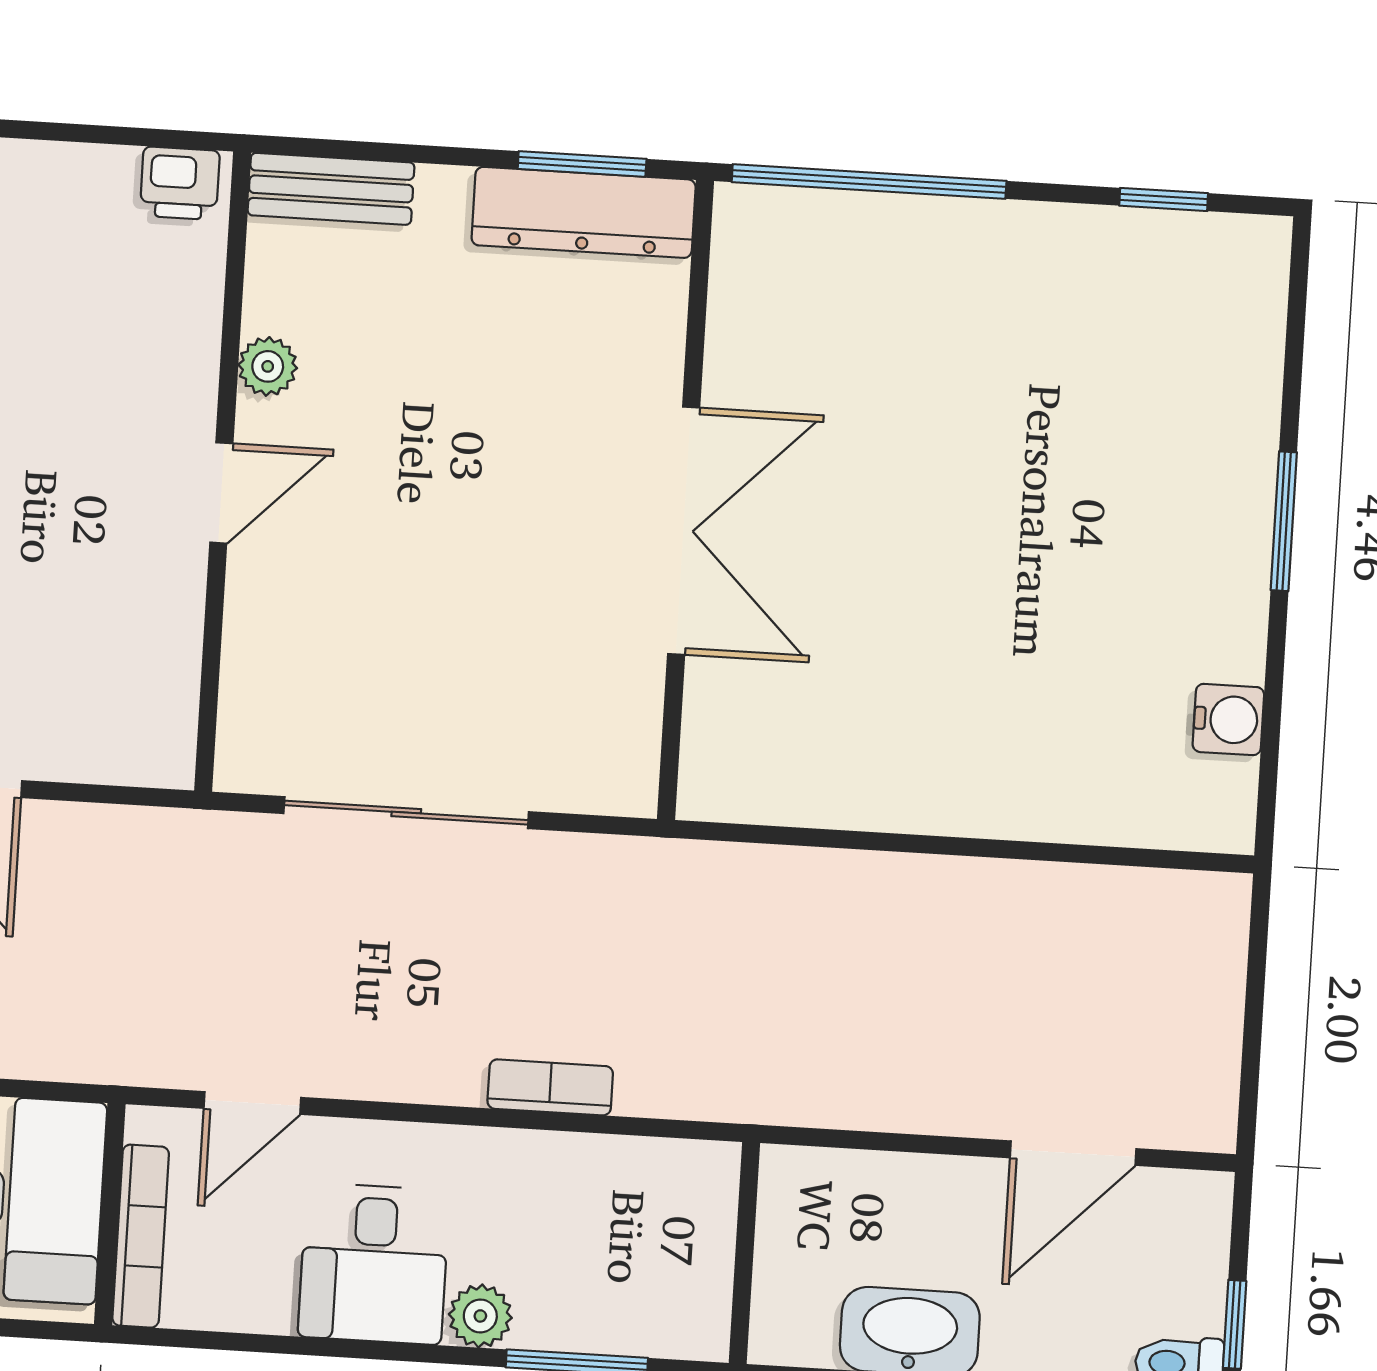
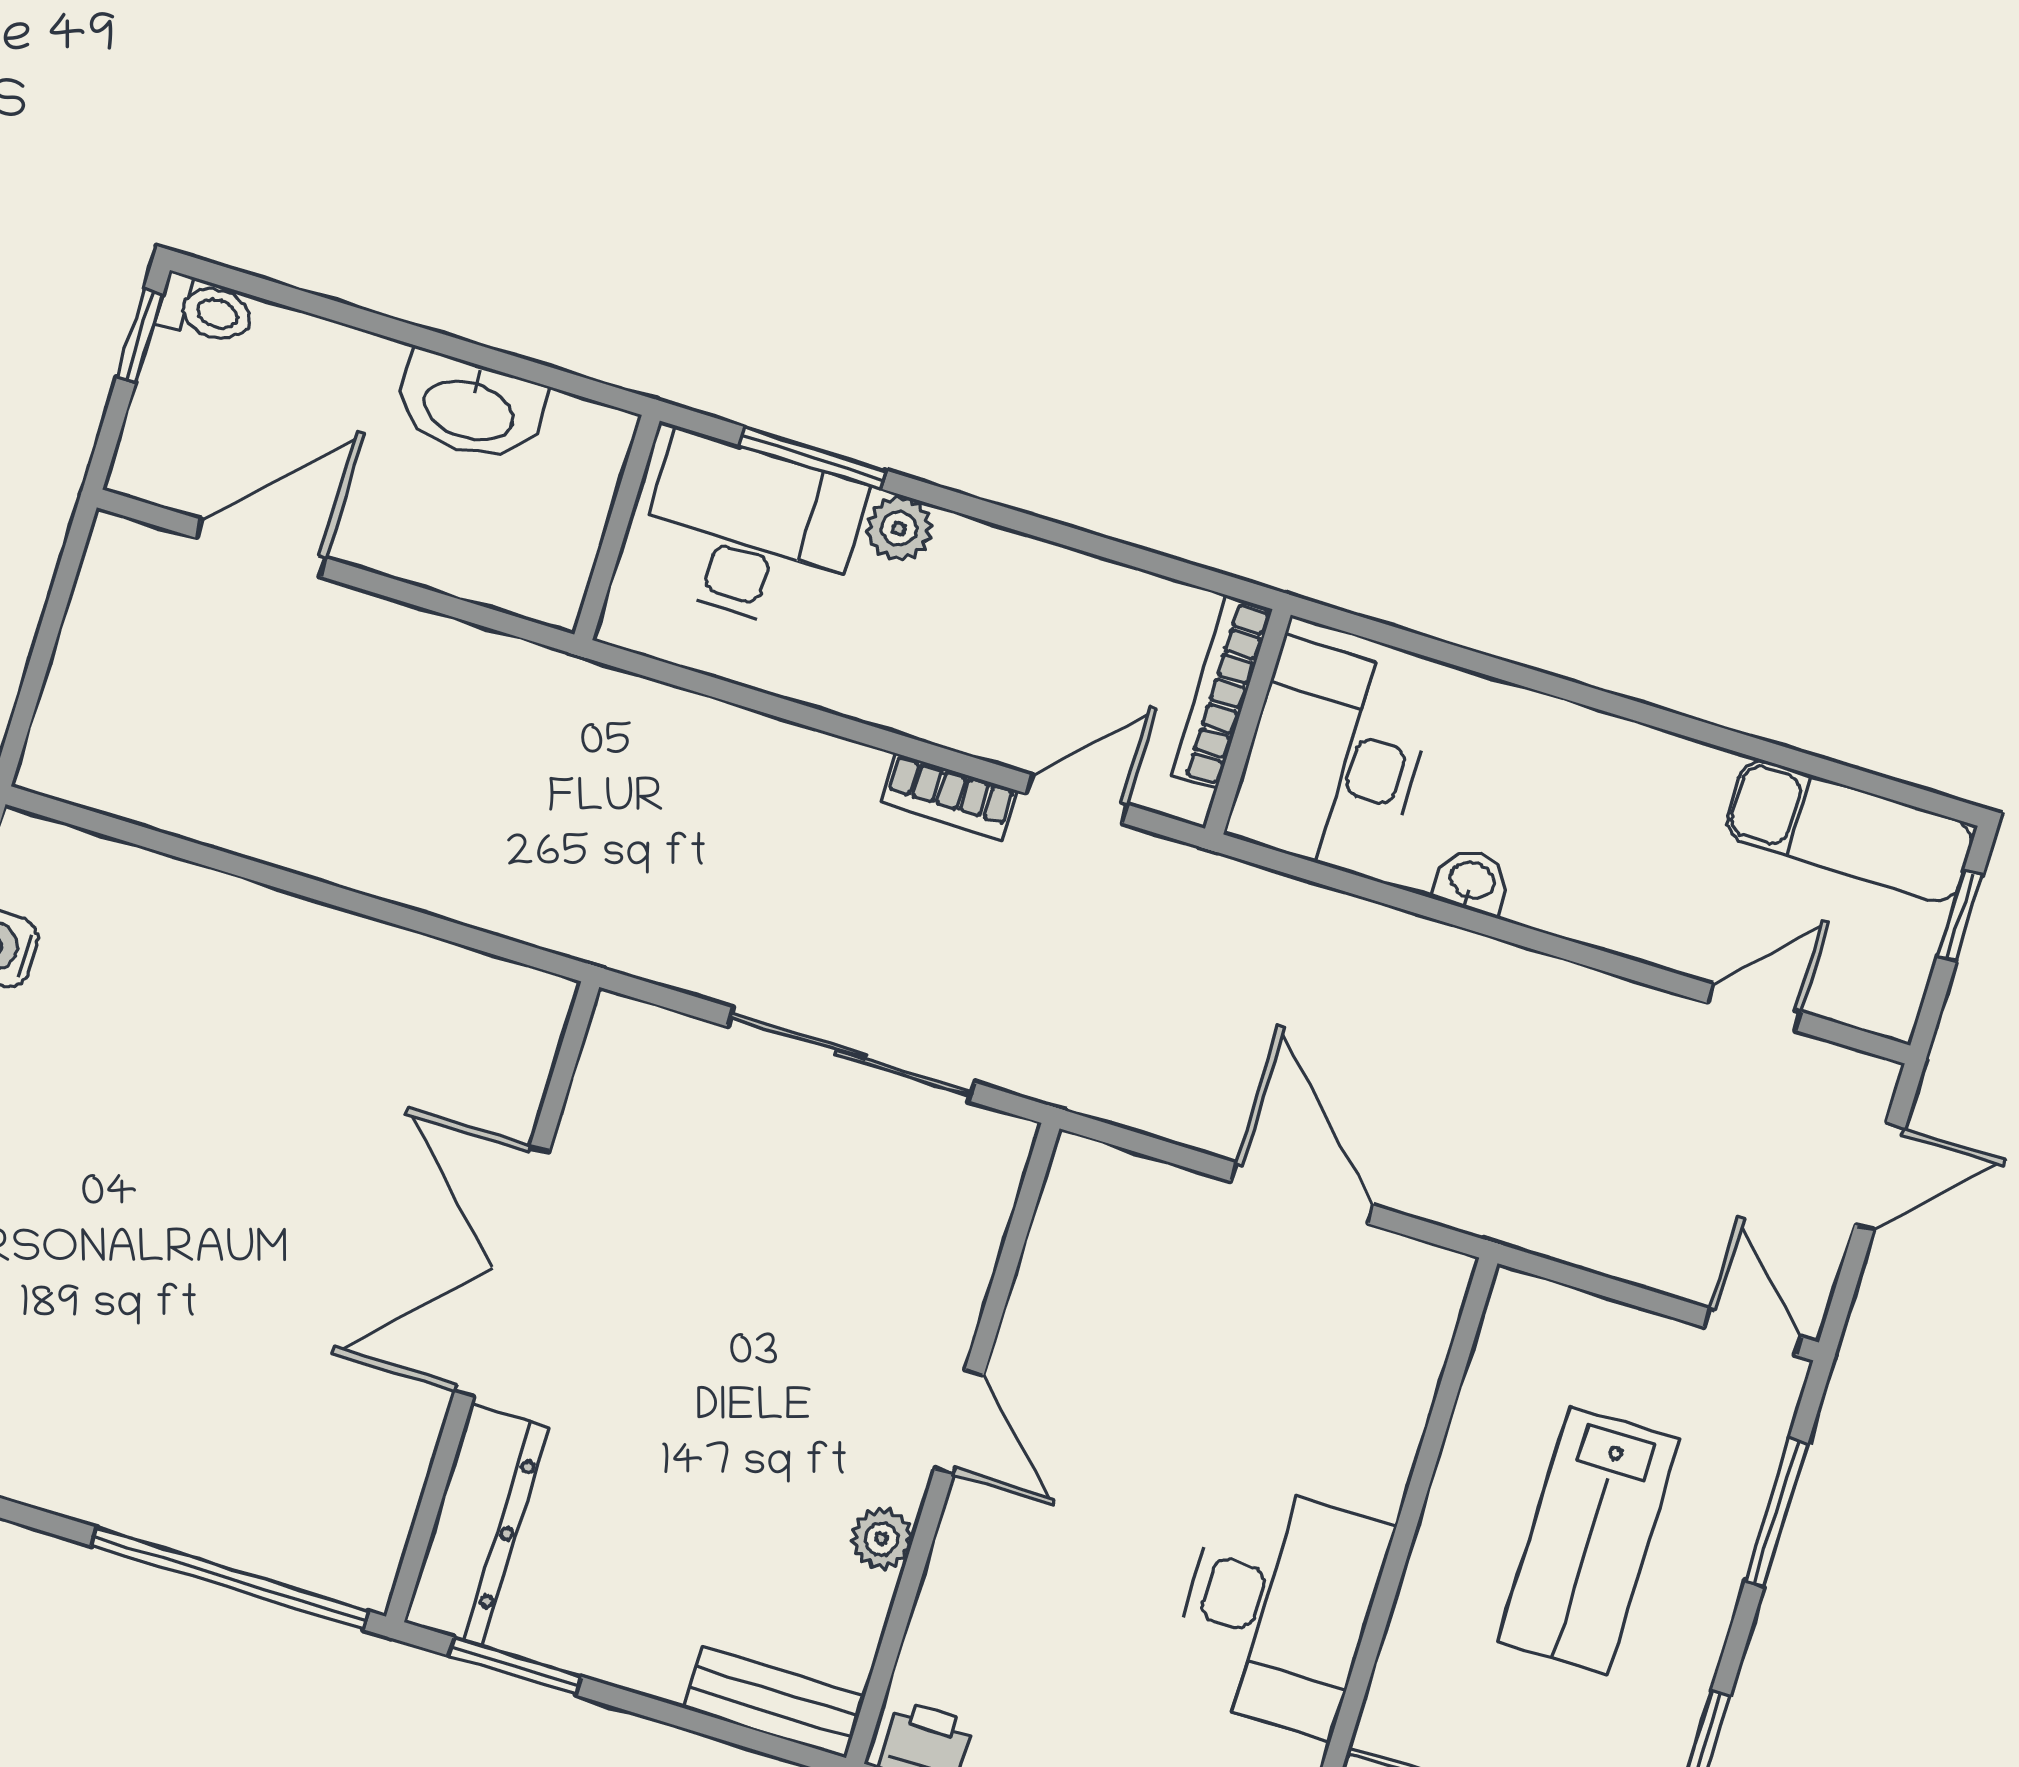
dresser: (584, 212) -> (476, 1525), moved, turned 90
door: (221, 493) -> (959, 1422), swing flipped
bookcase: (550, 1087) -> (949, 796), moved
desk: (374, 1264) -> (750, 532), moved, width x1.37

